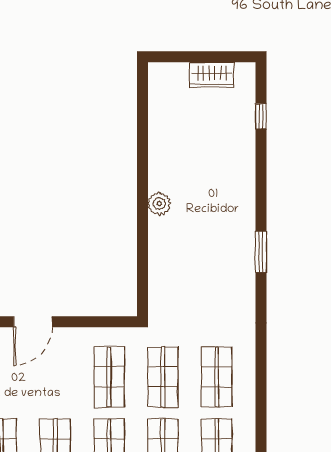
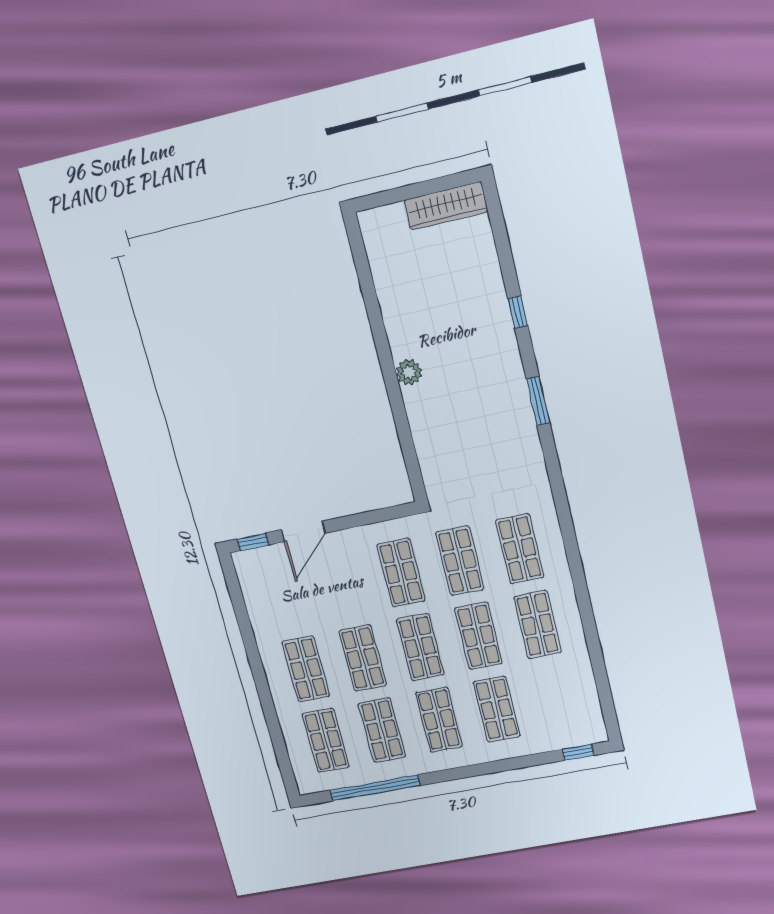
wardrobe: (212, 75) -> (446, 206), width x1.50
window: (261, 116) -> (518, 312), moved

